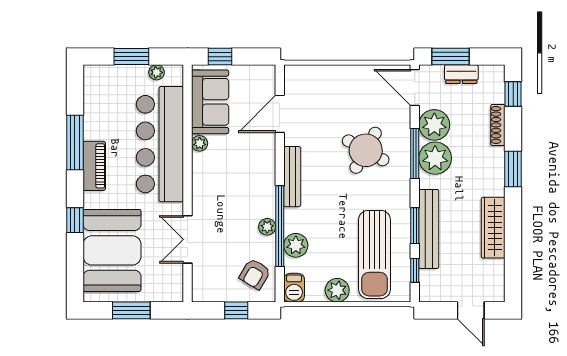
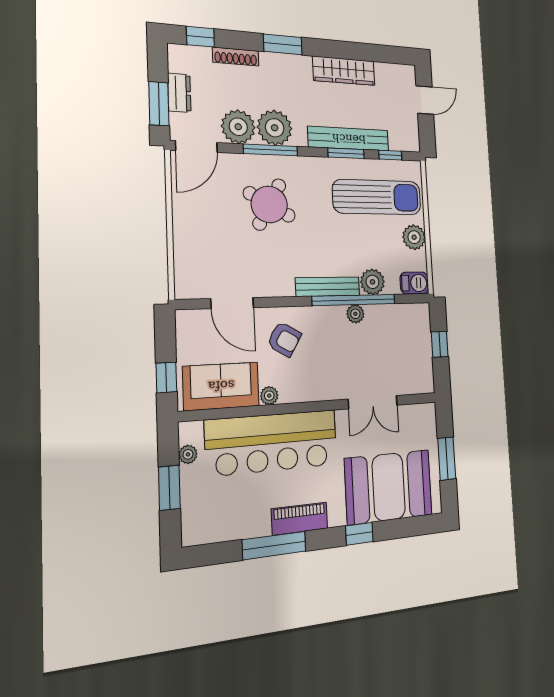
bench: (292, 177) -> (328, 287), moved
armchair: (255, 274) -> (284, 339), moved

